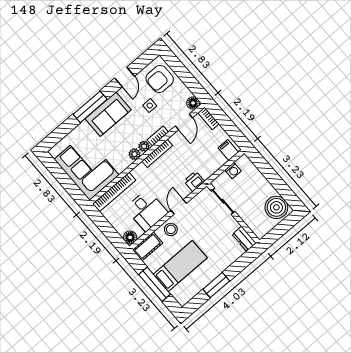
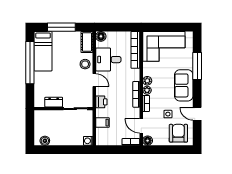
window: (90, 107) -> (197, 66), moved
filing cabinet: (228, 150) -> (102, 123), moved
washing machine: (233, 171) -> (88, 141), moved
boiler: (276, 207) -> (45, 141), width x0.54, depth x0.54
dresser: (244, 239) -> (54, 102), moved
bed: (180, 266) -> (43, 51), moved
window: (216, 285) -> (30, 63), width x2.11

